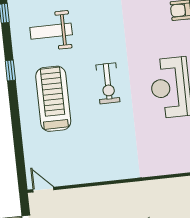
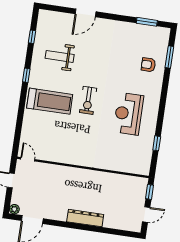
treadmill: (53, 99) -> (50, 101), turned 90

